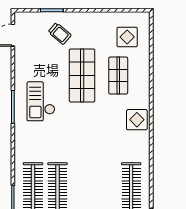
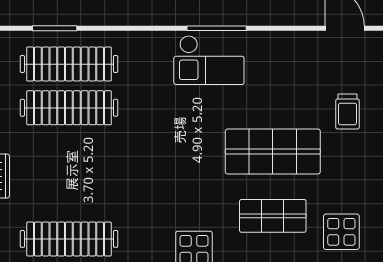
trolley: (60, 34) -> (347, 112), turned -40
checkout: (41, 101) -> (209, 60), moved, turned 180

